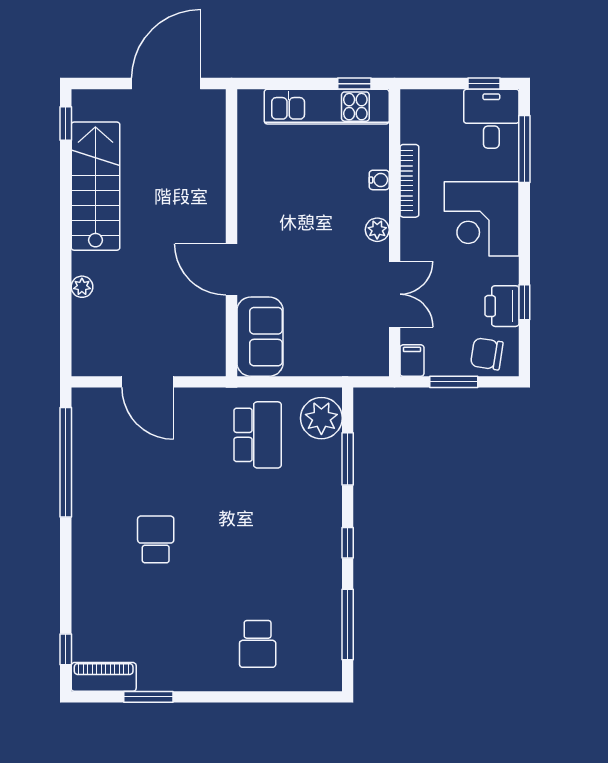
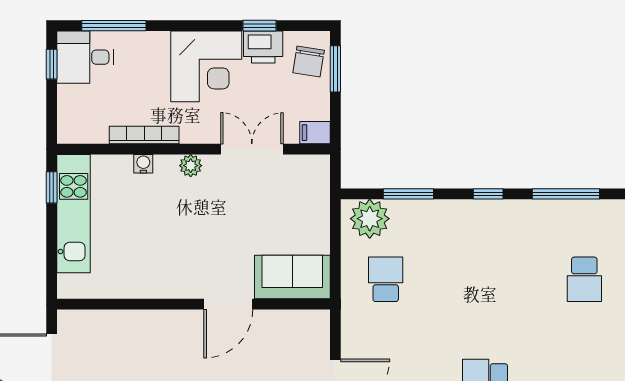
corner desk: (482, 219) -> (206, 66), moved
window: (454, 382) -> (335, 69), moved
school desk: (258, 435) -> (386, 279), width x0.54
school desk: (258, 644) -> (584, 279), turned 90

